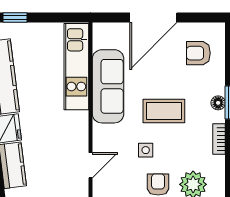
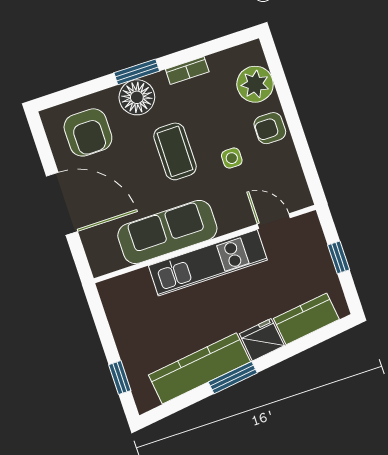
armchair: (198, 53) -> (88, 132), width x1.38, depth x1.38
kitchen unit: (76, 67) -> (208, 263), moved
floor lamp: (218, 103) -> (137, 97), width x1.89, depth x1.89

